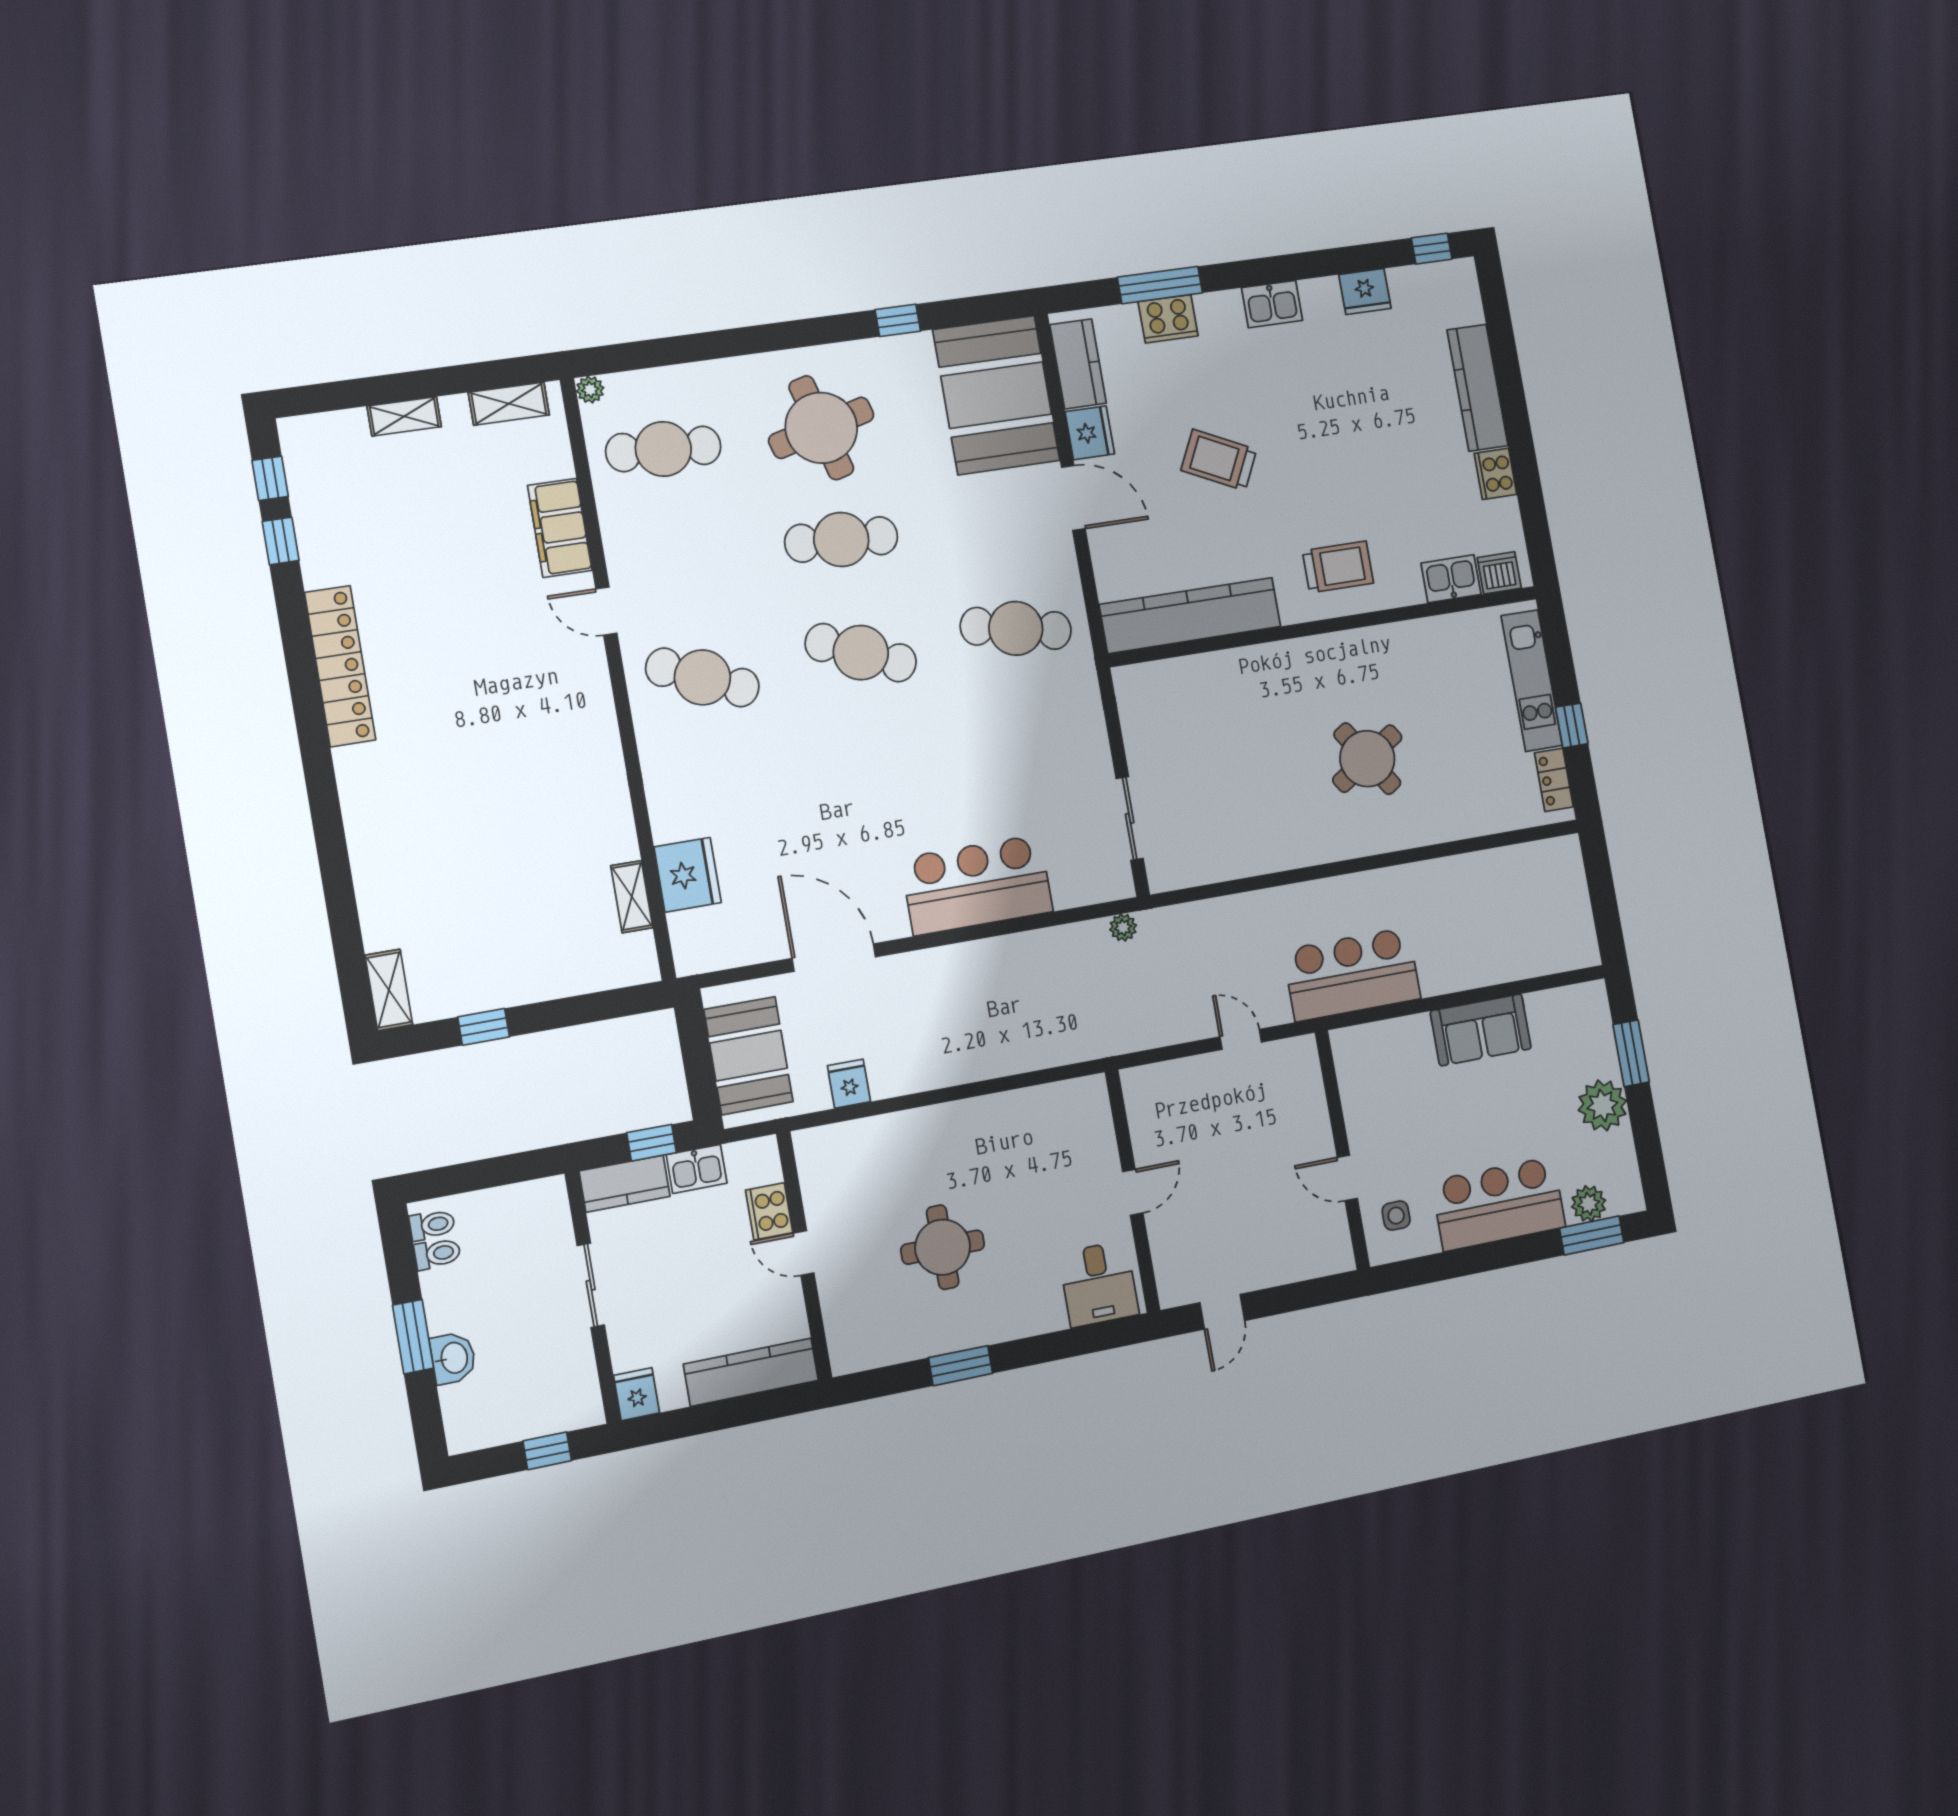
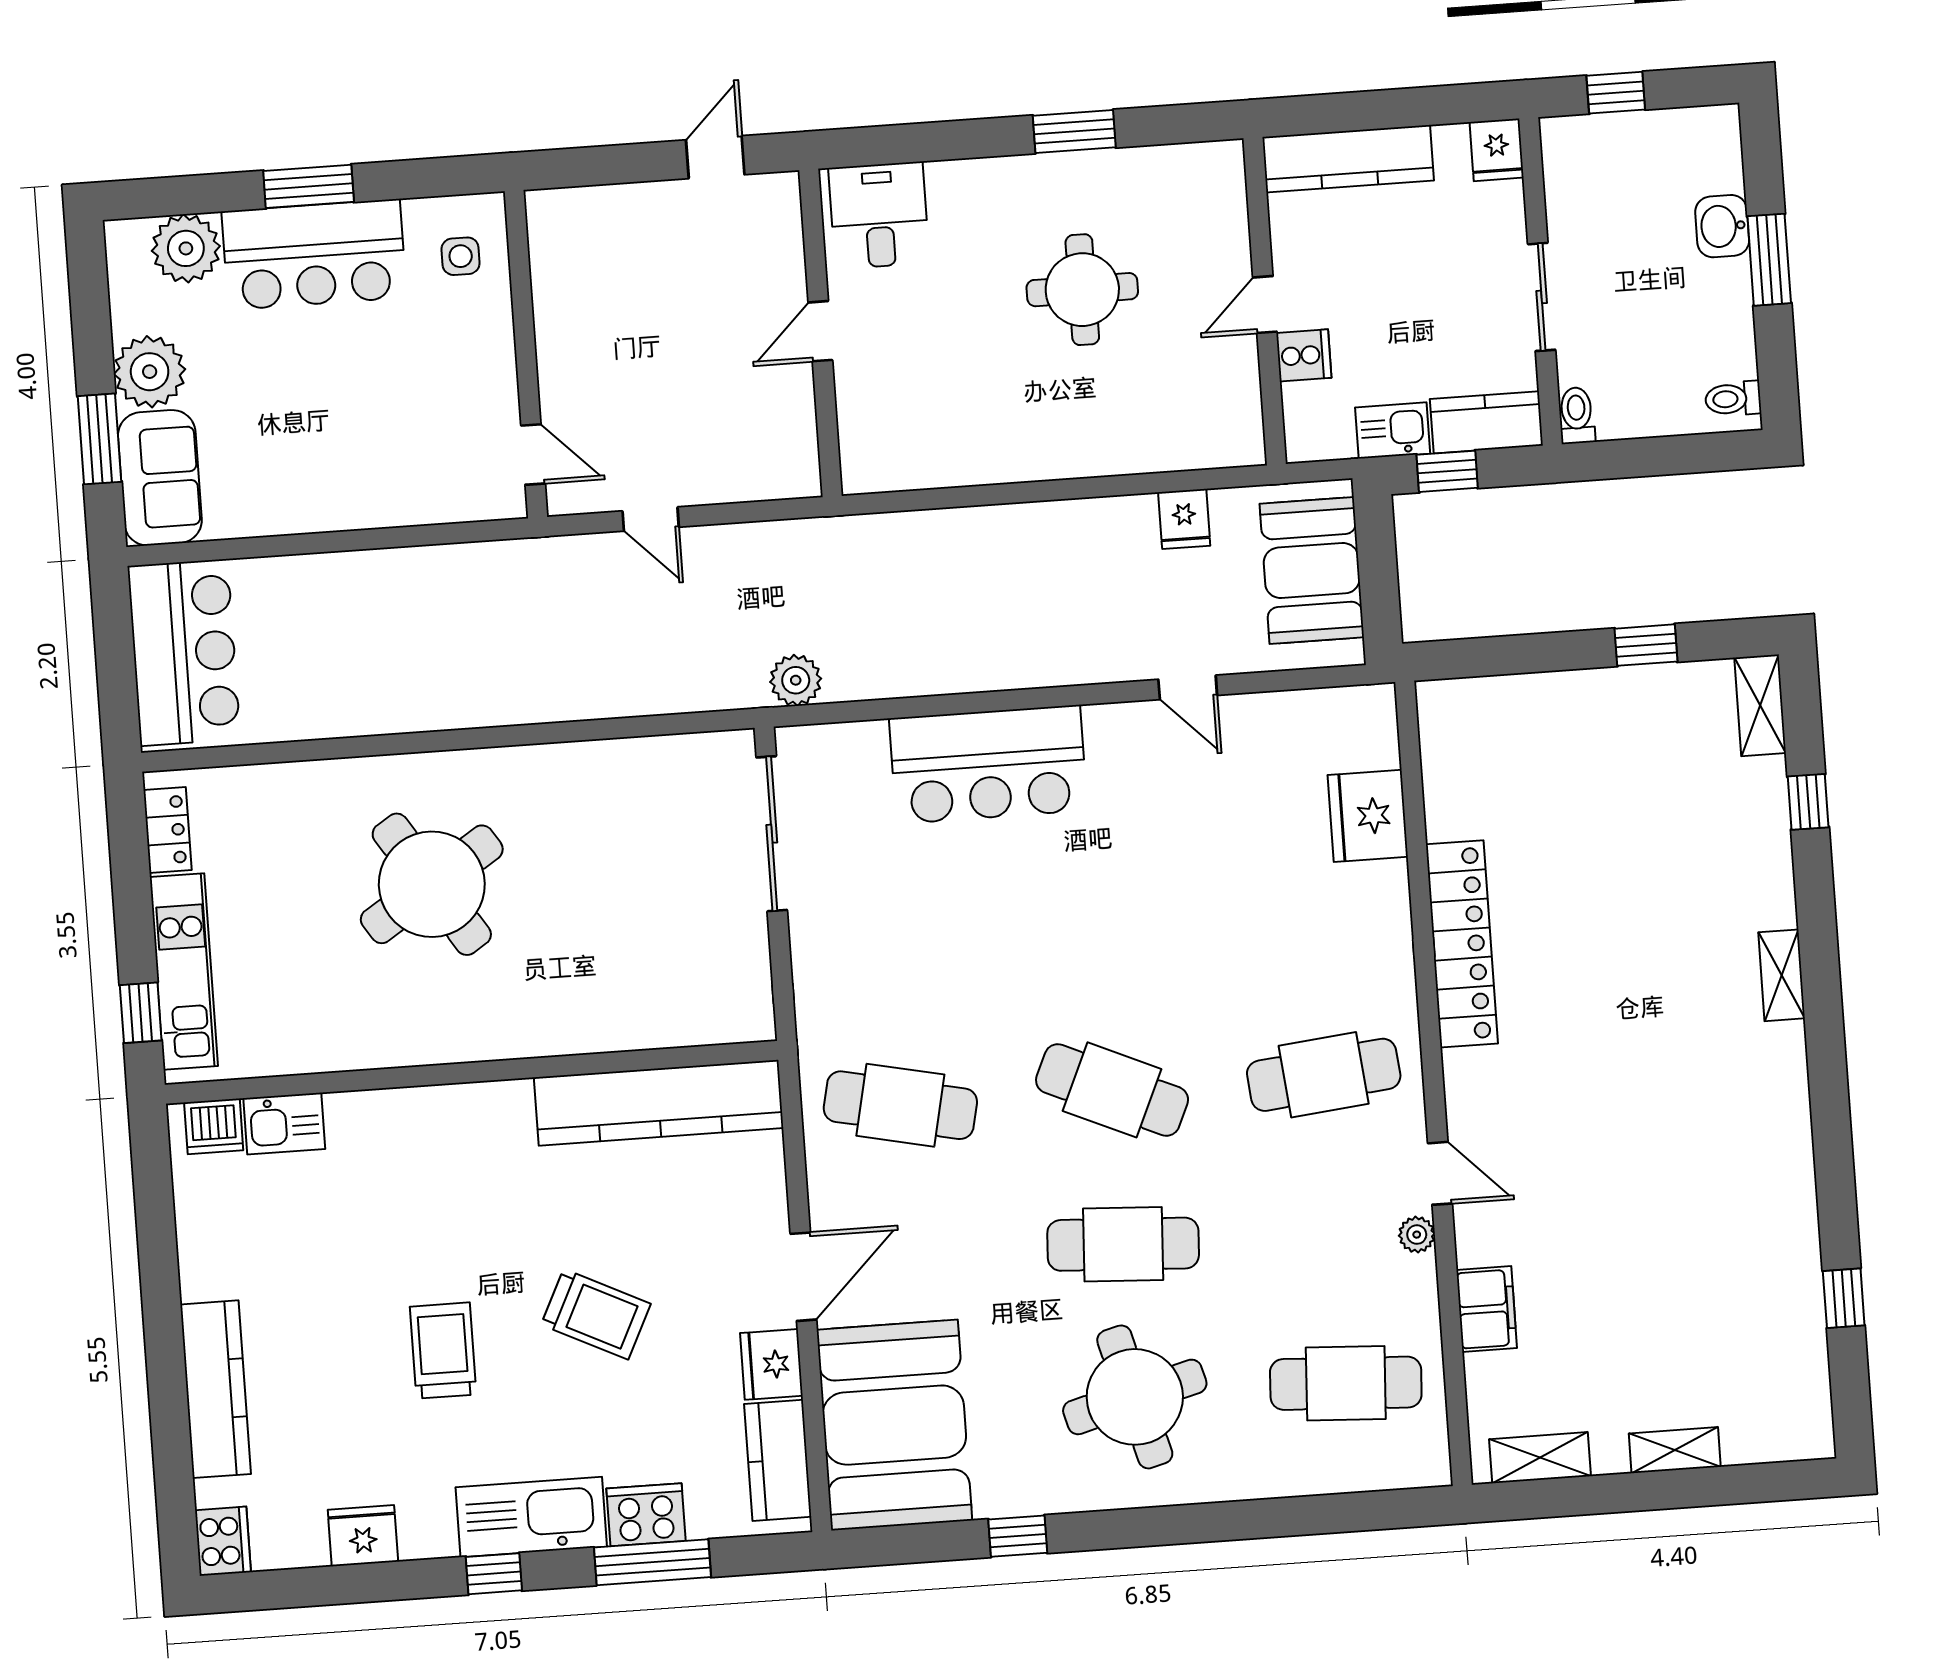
window: (1432, 249) -> (494, 1574), moved
kitchen sink: (1272, 304) -> (531, 1517), width x1.88, depth x1.24
plant: (590, 390) -> (1417, 1235), moved
cooker: (1495, 474) -> (223, 1541), moved
window: (270, 478) -> (1808, 802), moved
door: (1073, 498) -> (803, 1277), swing flipped
filing cabinet: (560, 528) -> (1487, 1309), width x0.67, depth x0.86
trolley: (1338, 567) -> (443, 1351), moved, turned 90
locker: (340, 666) -> (1462, 944), moved, turned 180
cafe table: (702, 677) -> (1324, 1075), turned -30
window: (1572, 726) -> (141, 1013), moved
round table: (1367, 759) -> (432, 884), width x1.36, depth x1.36
sliding door: (1130, 818) -> (772, 834), width x1.37
shelving: (632, 897) -> (1782, 975), moved
plant: (1123, 927) -> (796, 680), width x1.38, depth x1.38
door: (834, 958) -> (1188, 687), width x0.53
bar counter: (1352, 974) -> (184, 653), moved, turned -90
sofa: (1481, 1030) -> (160, 478), moved, turned 90
door: (1347, 1178) -> (533, 454), moved
plant: (1589, 1204) -> (186, 248), width x1.36, depth x1.36
cooker: (769, 1211) -> (1304, 355), width x0.73
window: (1592, 1235) -> (309, 186), moved
door: (804, 1253) -> (1265, 305), swing flipped
toilet: (437, 1254) -> (1577, 415), moved, turned 90

